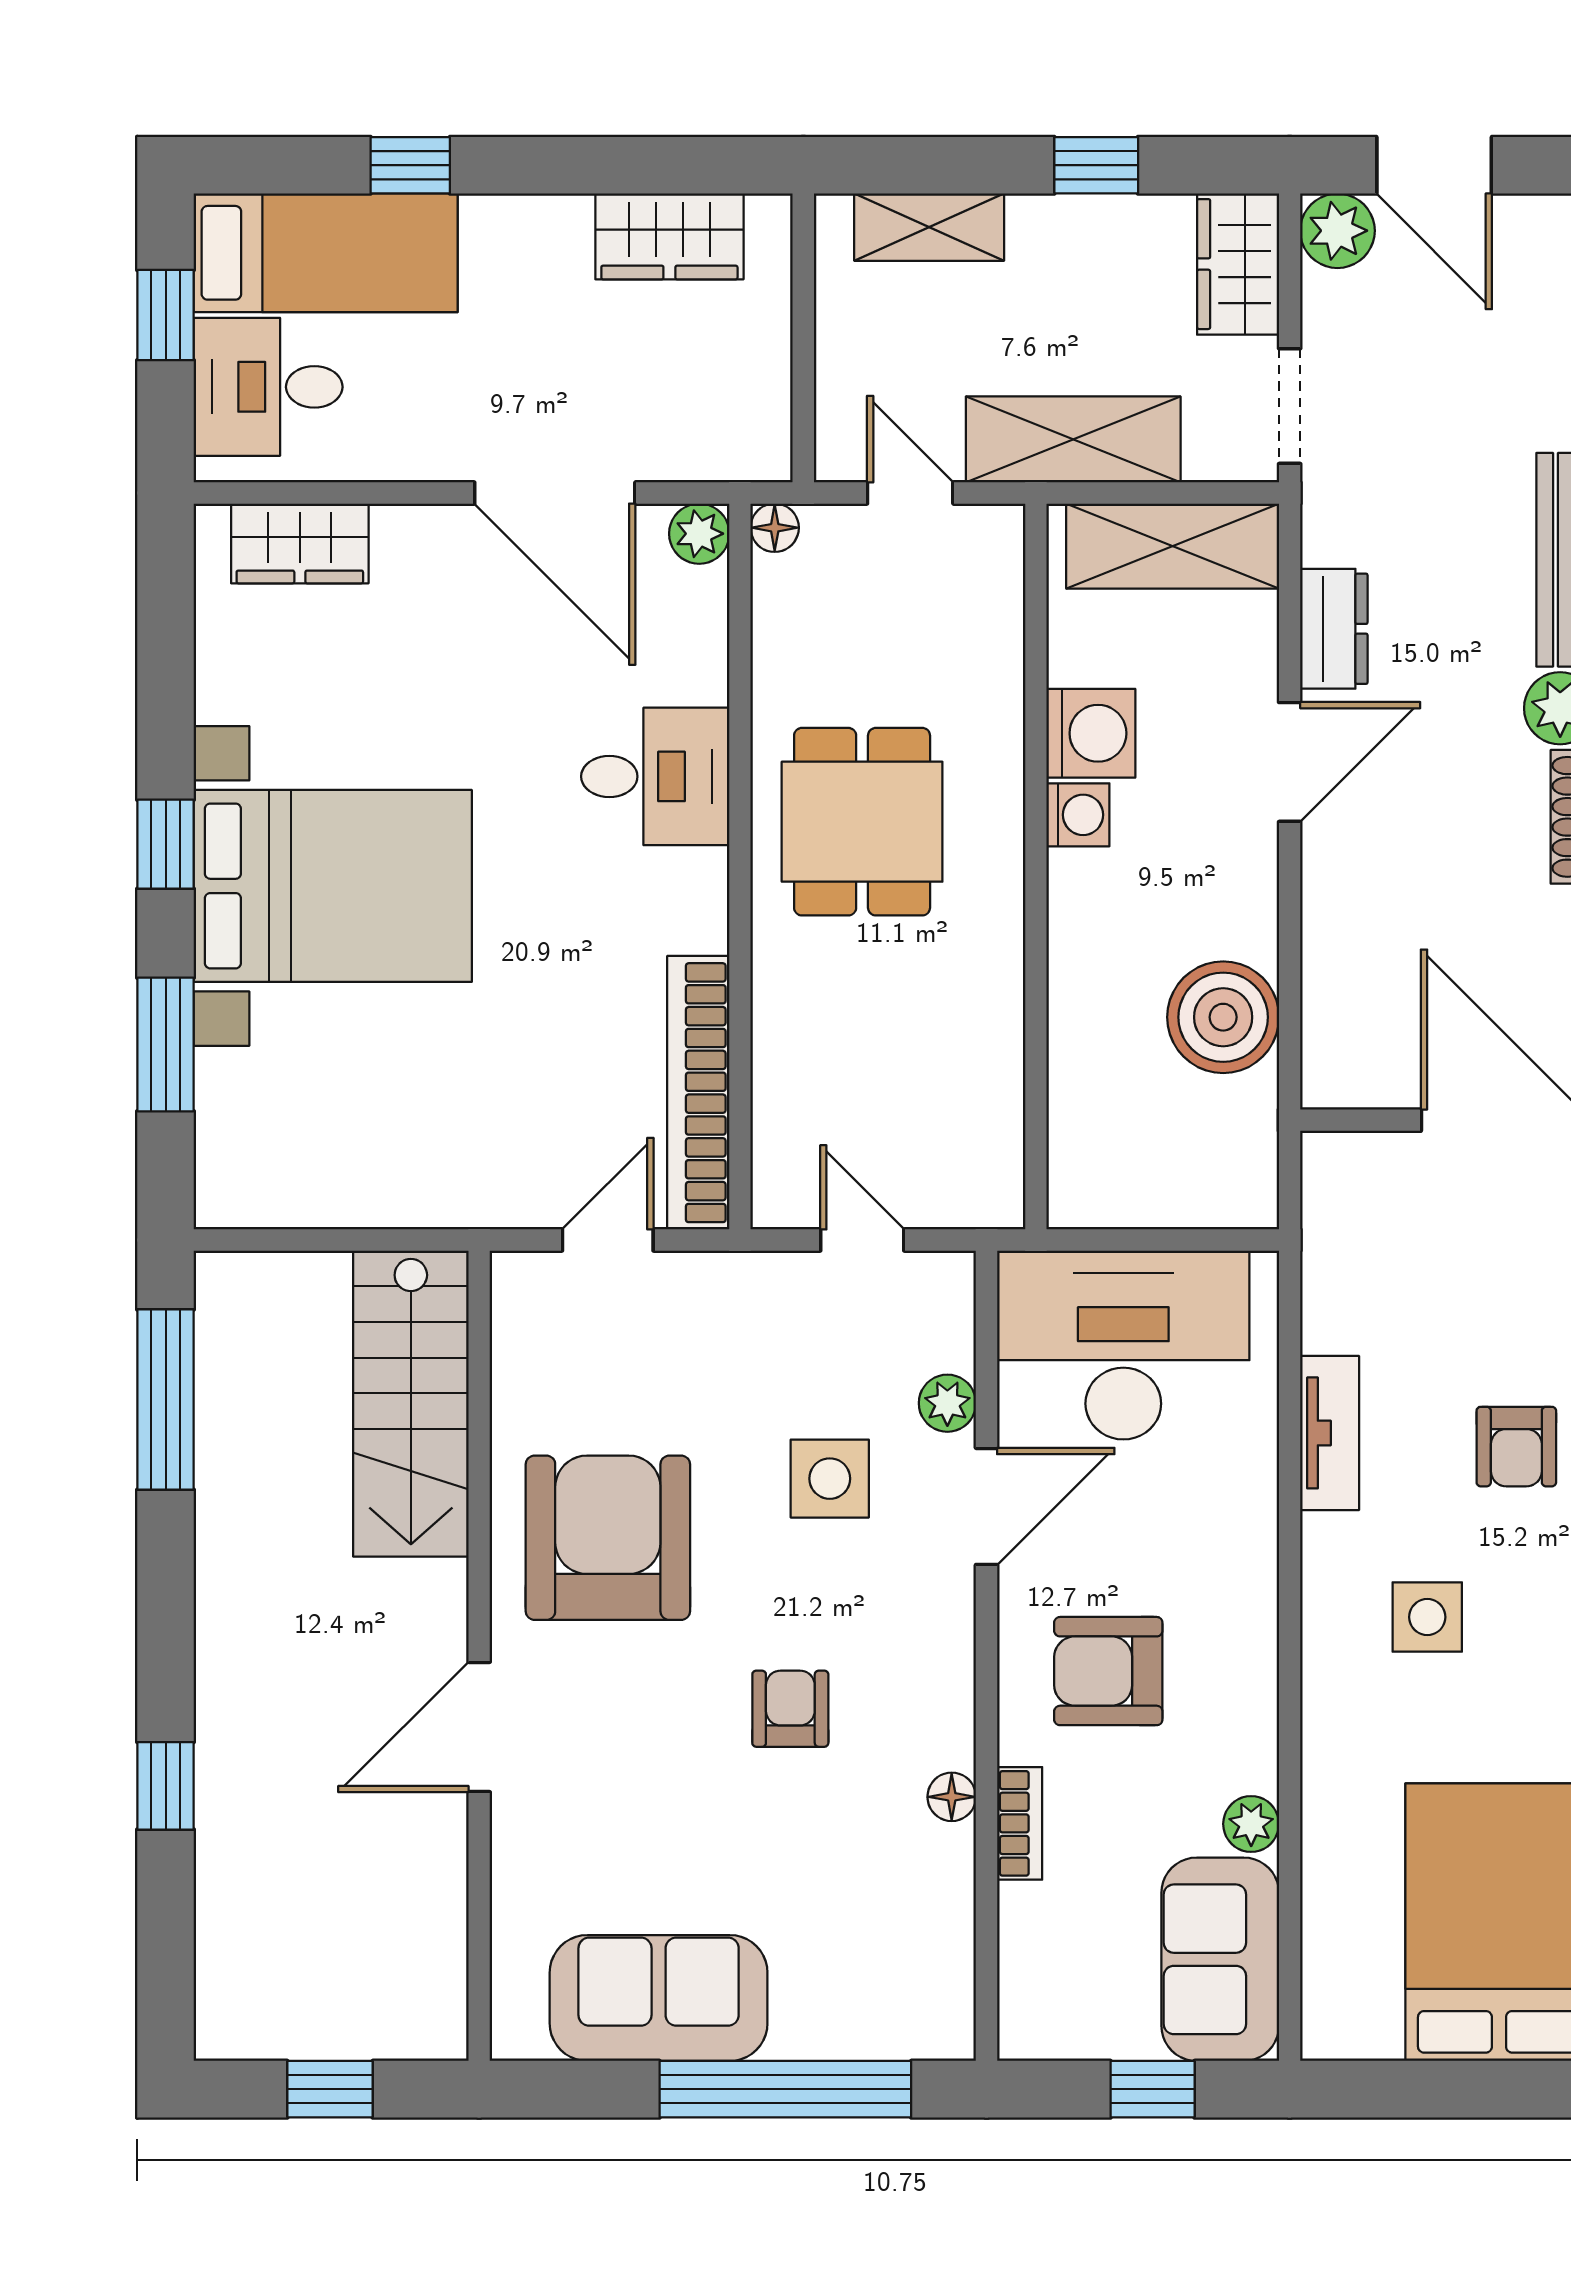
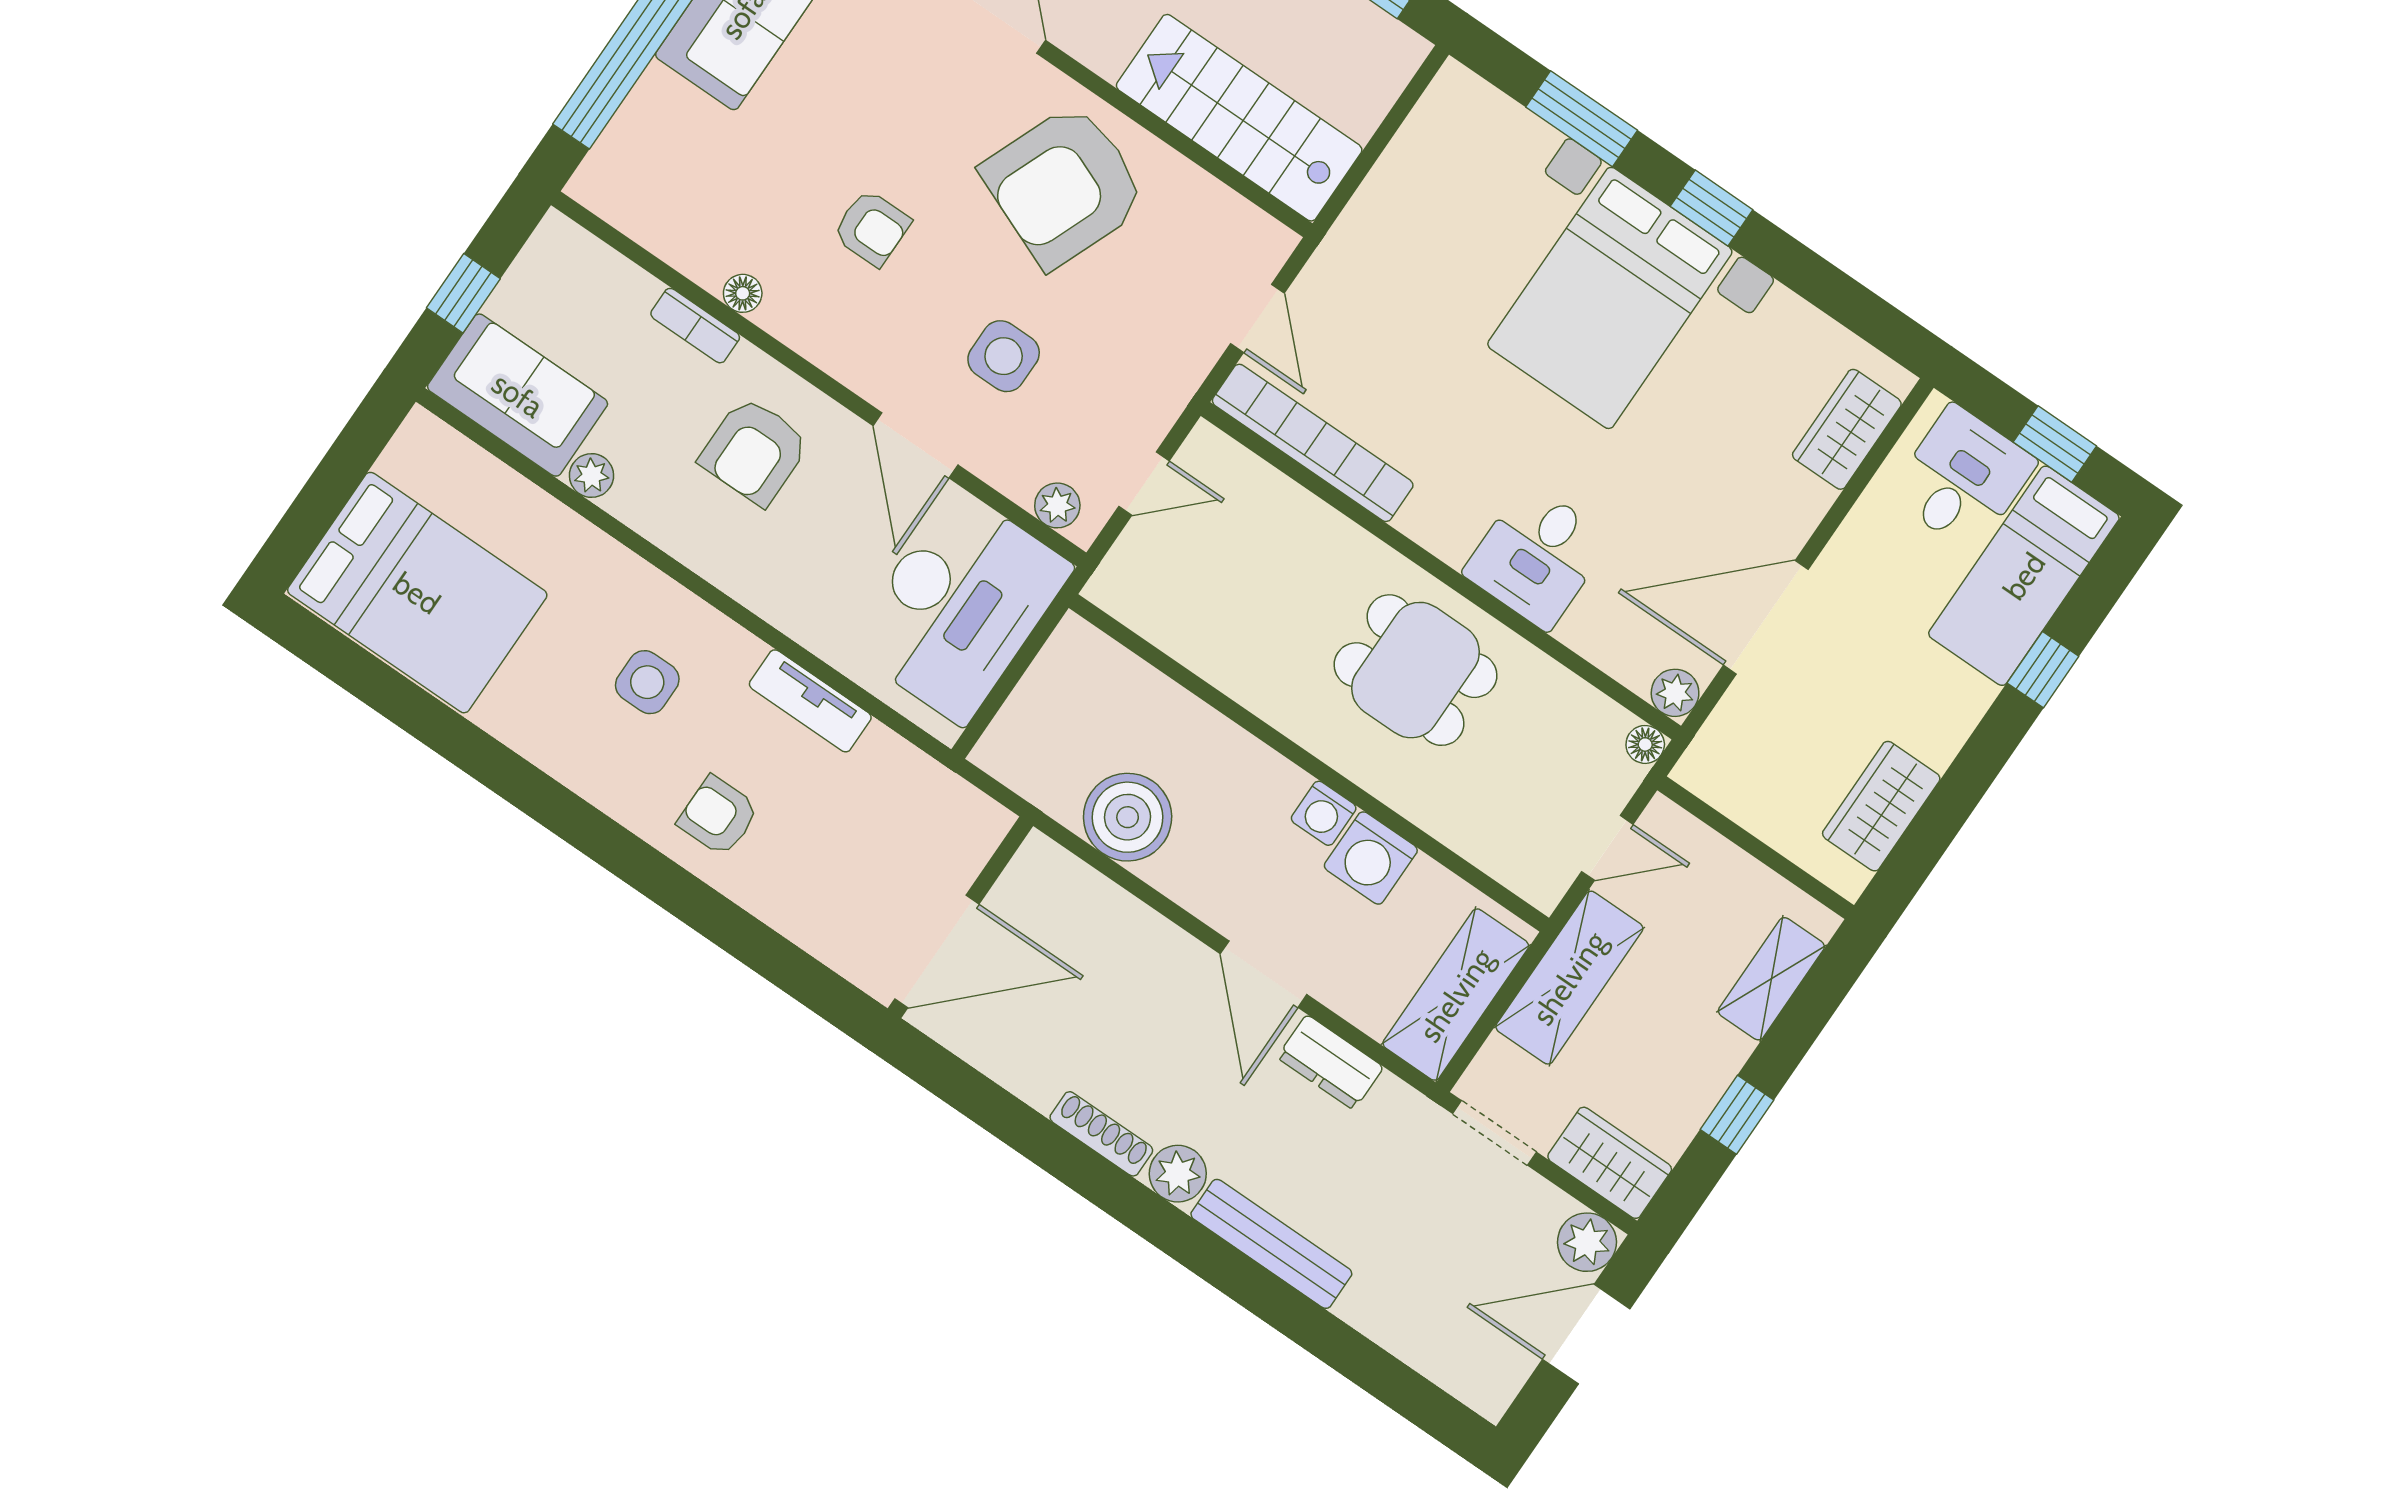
plant: (947, 1403) -> (1057, 505), moved
armchair: (608, 1538) -> (1064, 186), turned 112
armchair: (1108, 1671) -> (754, 451), turned 180

